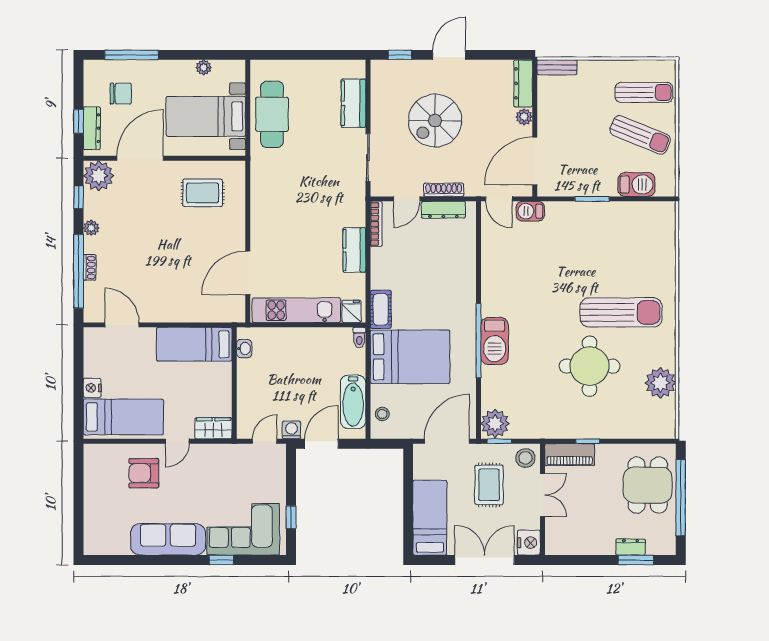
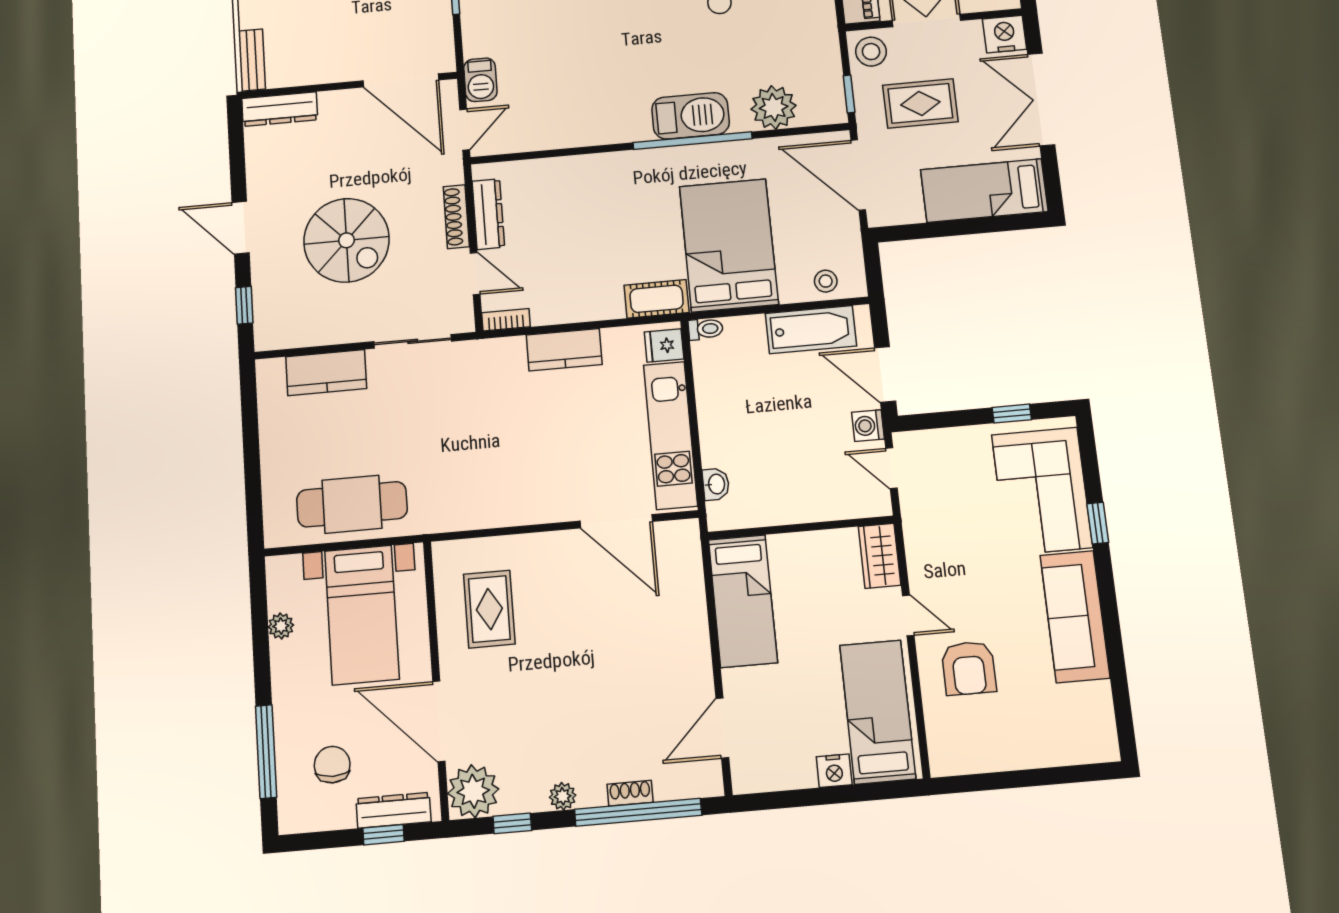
plant: (524, 117) -> (332, 103), removed
bookcase: (376, 224) -> (506, 320), width x0.64
washbasin: (244, 349) -> (716, 484), moved, turned 90
plant: (495, 423) -> (774, 107), moved

